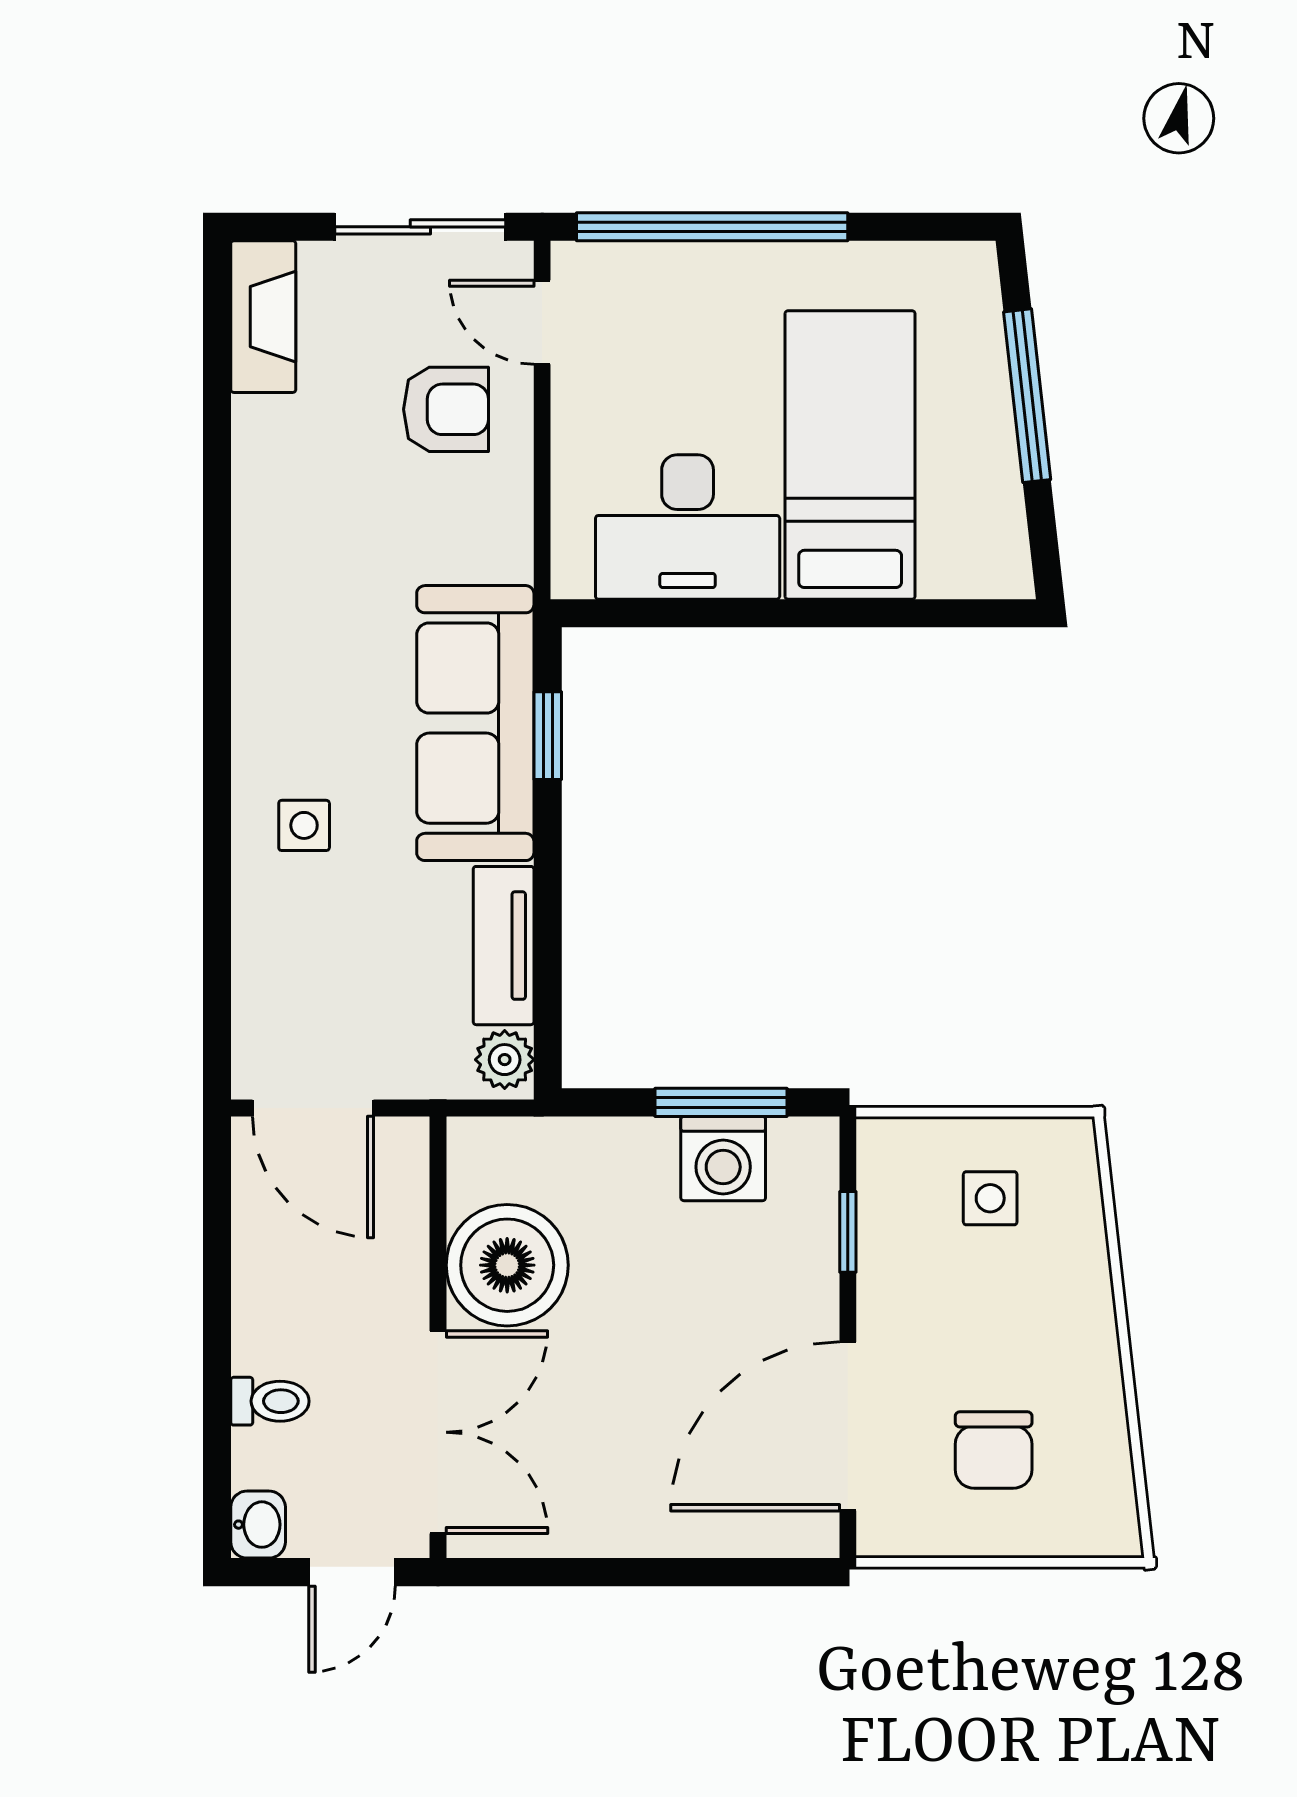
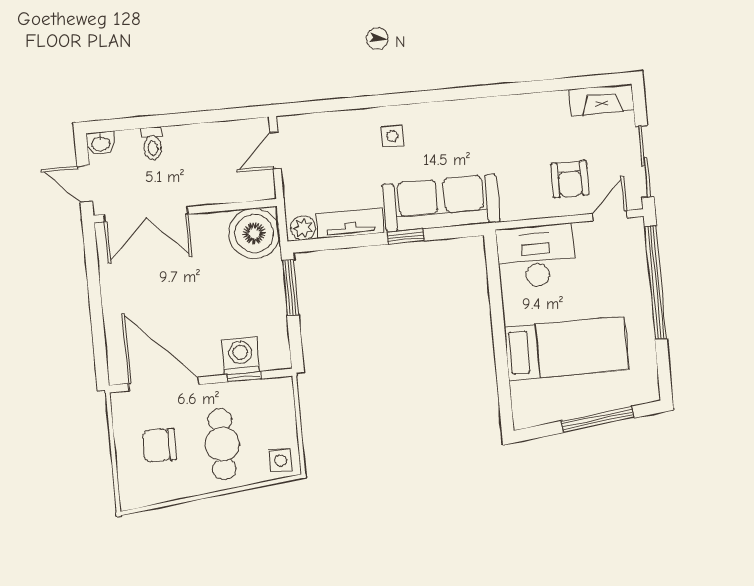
desk: (688, 527) -> (536, 256), moved, turned 90
window: (548, 736) -> (406, 237), moved
window: (721, 1102) -> (290, 288), moved
door: (313, 1108) -> (276, 150), width x0.73
washing machine: (723, 1159) -> (241, 356), moved, turned 90
side table: (990, 1198) -> (280, 461), moved
boiler: (507, 1265) -> (254, 233), moved
cafe table: (1005, 1300) -> (222, 444), added

